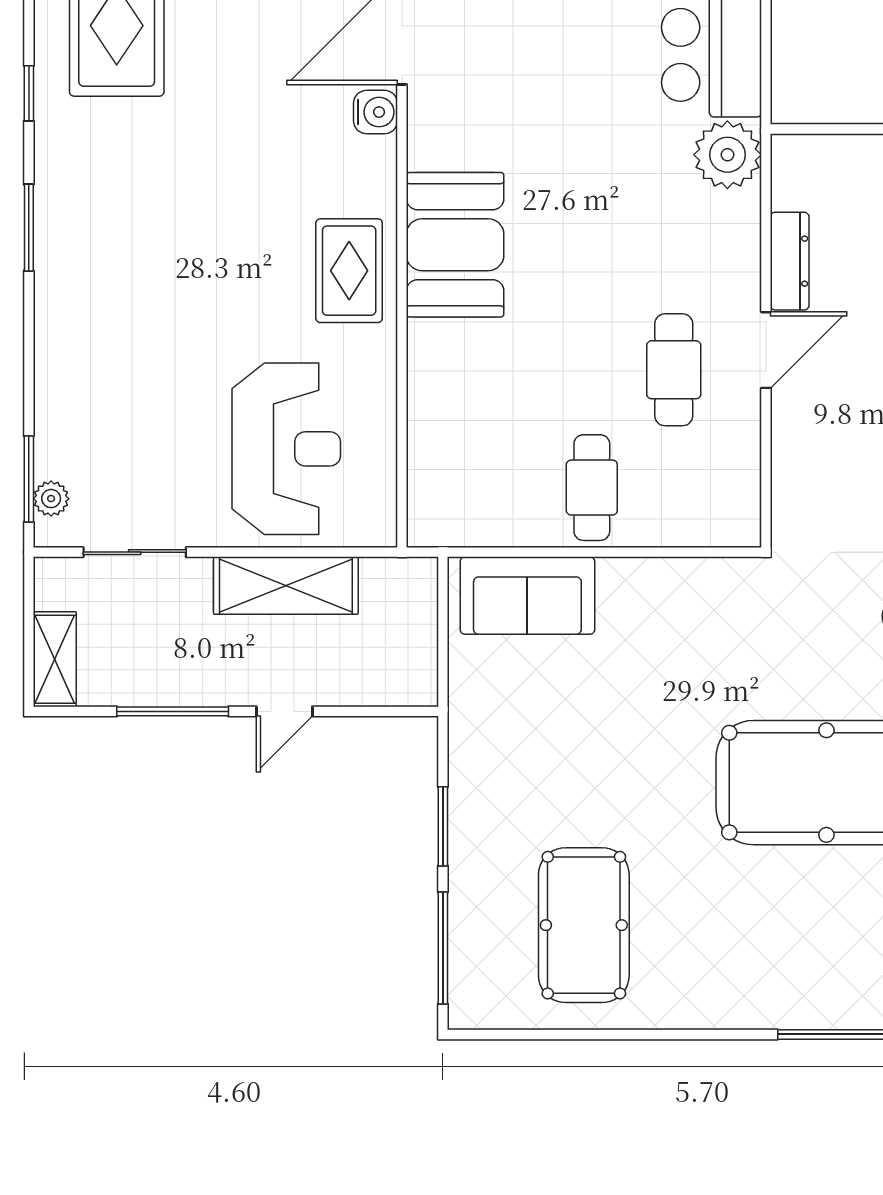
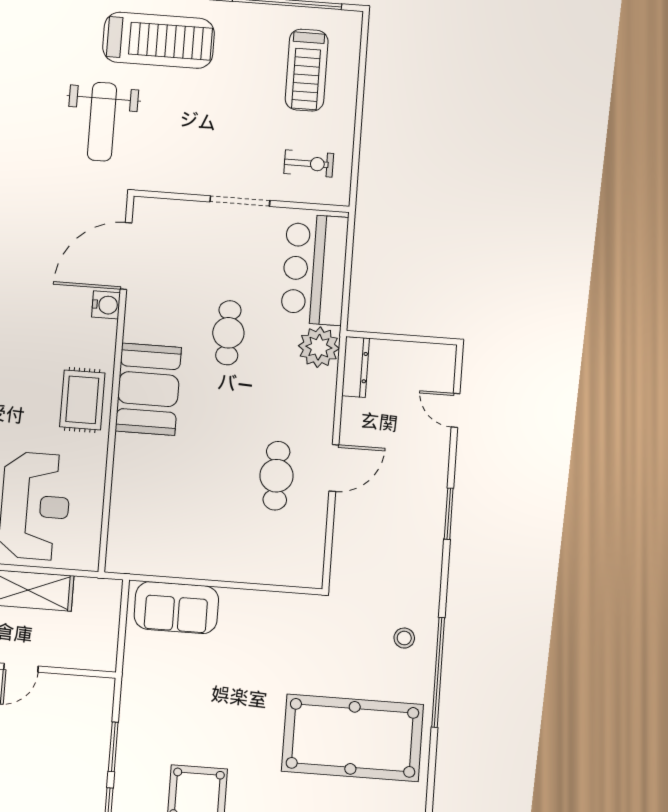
dresser: (790, 261) -> (356, 367), moved
cafe table: (592, 488) -> (228, 333), moved

